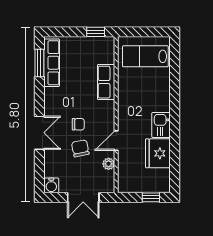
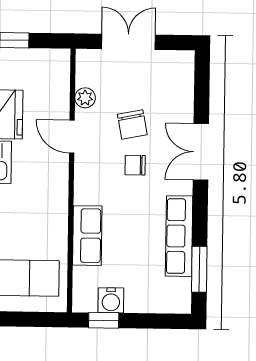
row of seats: (52, 63) -> (179, 236), moved
door: (116, 141) -> (72, 137), swing flipped
water cooler: (51, 185) -> (111, 300), moved, turned 180

